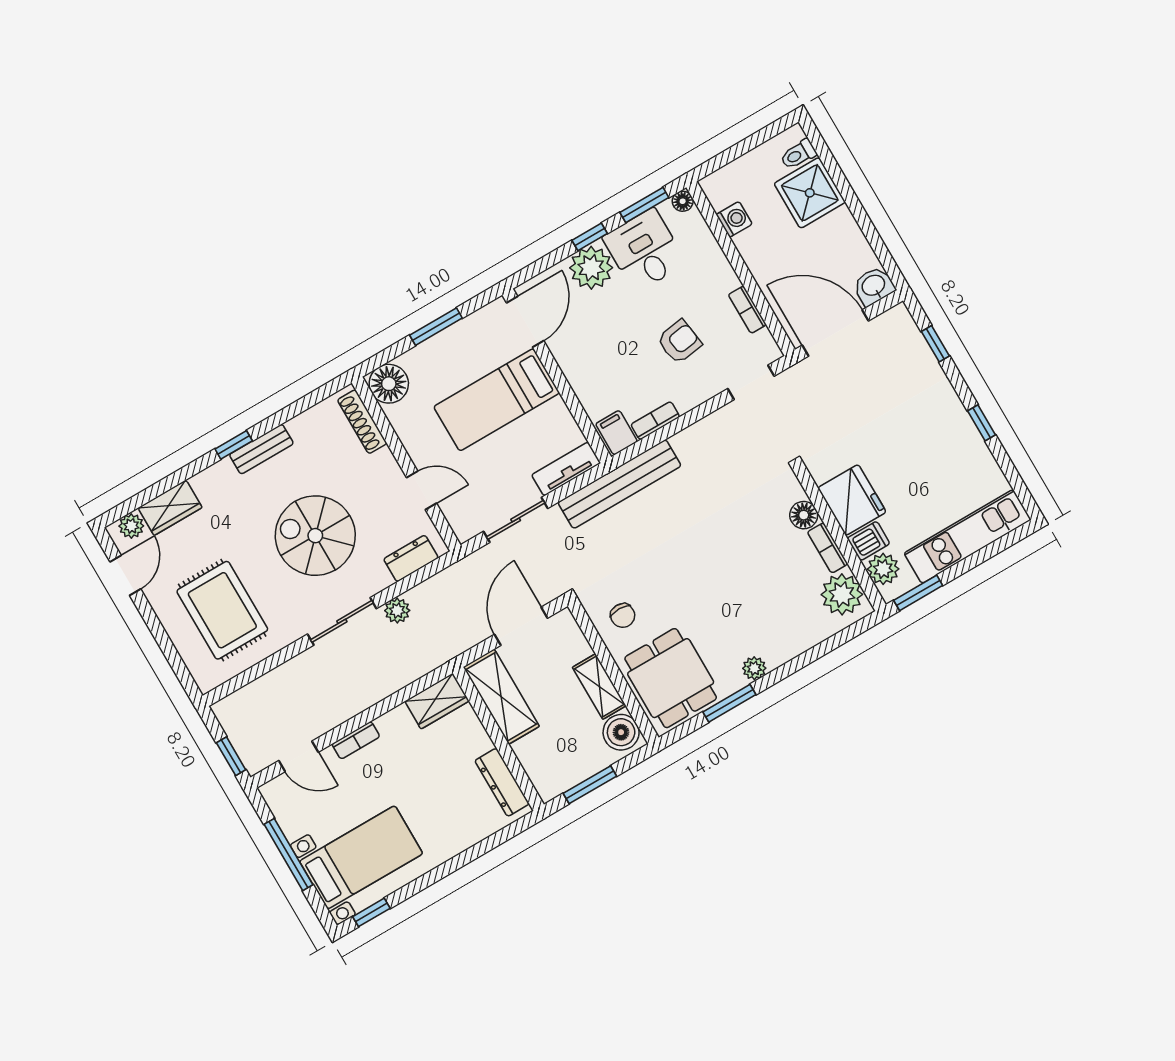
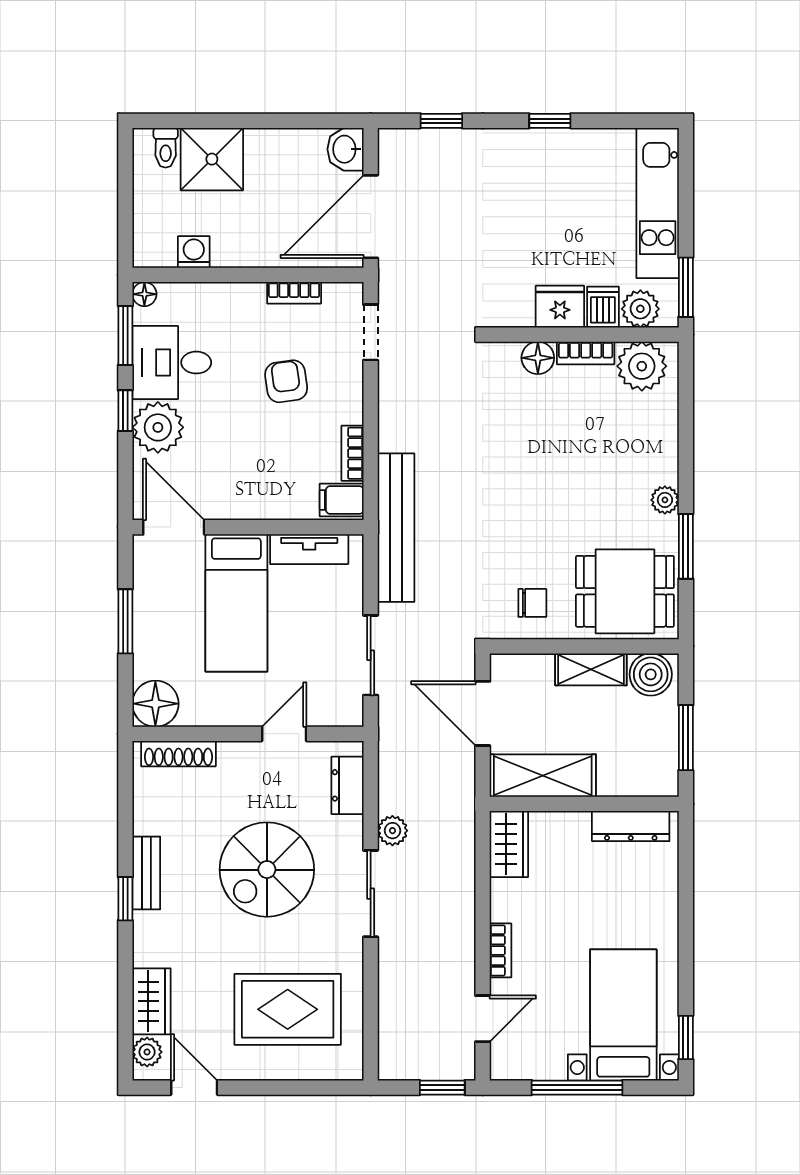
tv unit: (566, 469) -> (309, 549), moved, turned -90
fridge: (852, 500) -> (560, 307), width x0.73, depth x0.75

